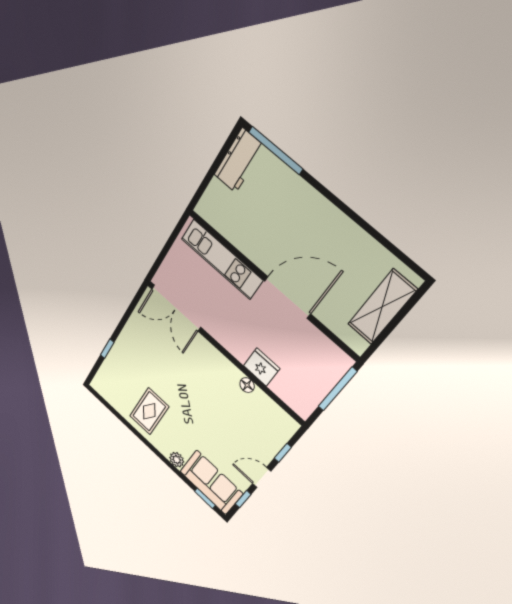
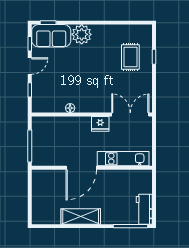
shelving: (382, 307) -> (81, 216), moved, turned 90
fridge: (262, 367) -> (100, 124), moved
rug: (149, 411) -> (130, 57), moved
plant: (177, 460) -> (82, 34), width x1.87, depth x1.87

